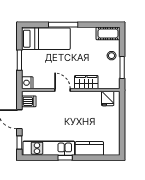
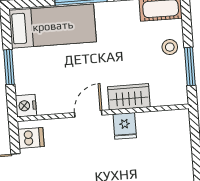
door: (62, 90) -> (88, 114), hinge flipped
fridge: (108, 98) -> (125, 126), moved

